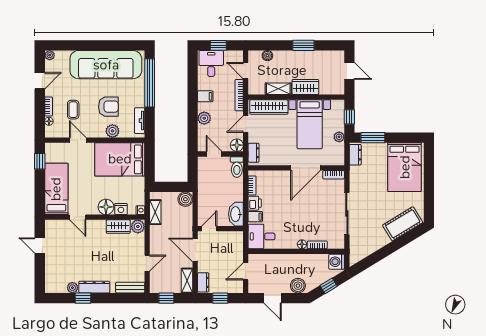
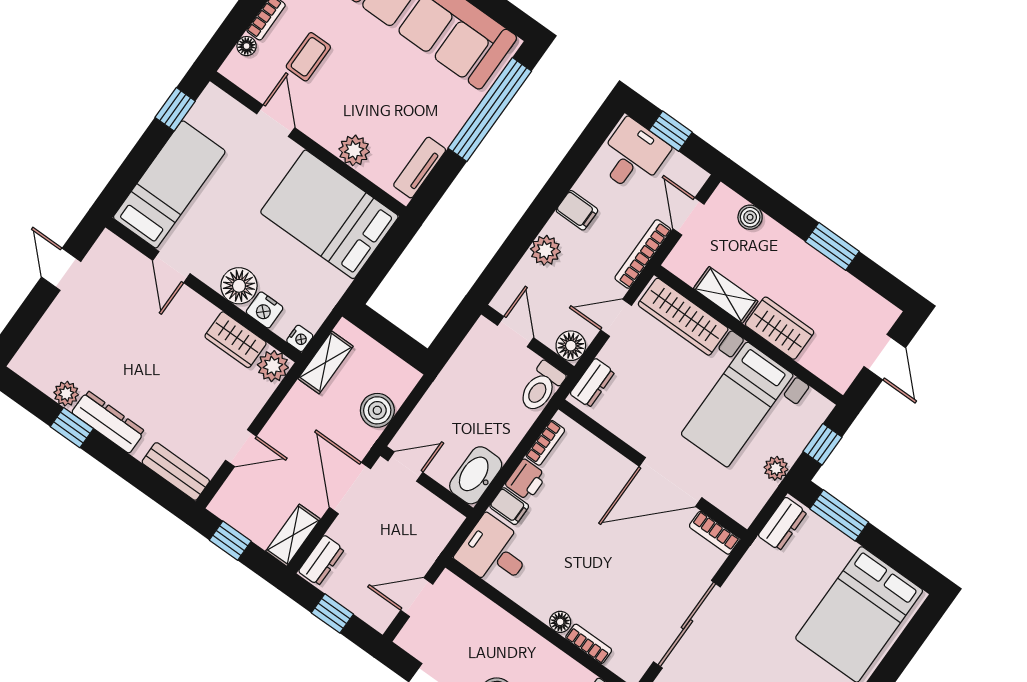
armchair: (108, 107) -> (379, 99), removed
boiler: (185, 199) -> (377, 410), moved

